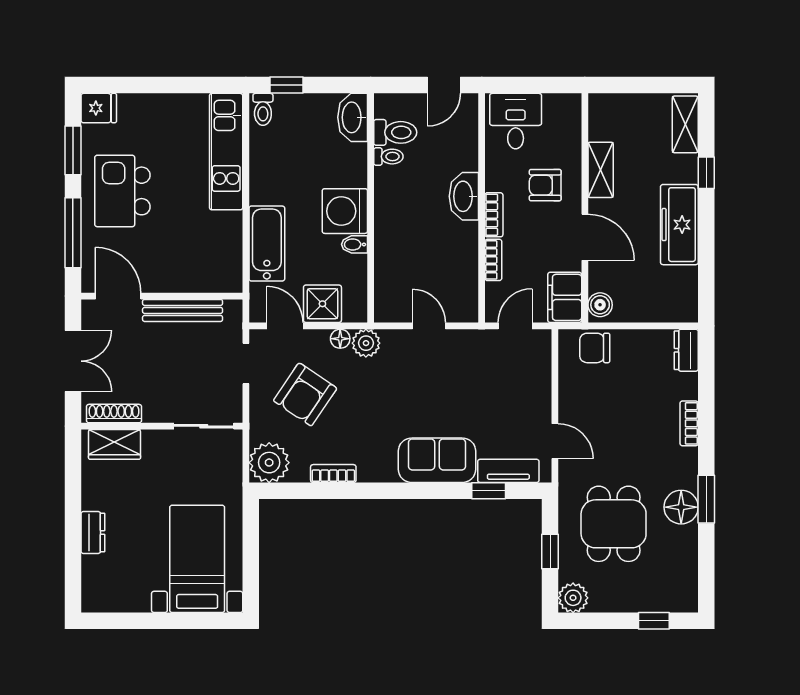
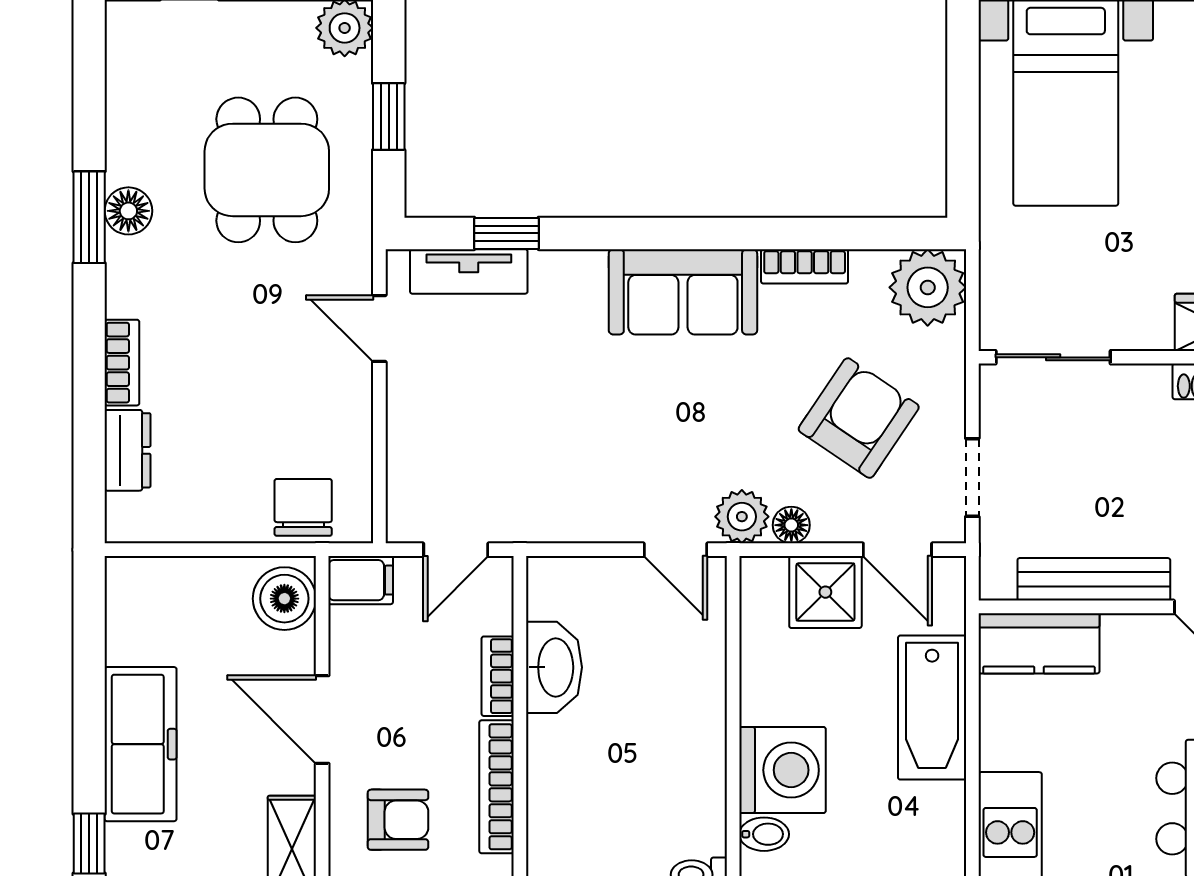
washbasin: (464, 196) -> (554, 667), moved
bookcase: (494, 215) -> (497, 787), width x1.56
bidet: (354, 244) -> (764, 834), moved
kitchen counter: (211, 277) -> (1039, 643), added
filing cabinet: (565, 297) -> (361, 580), width x0.50
boiler: (600, 305) -> (284, 599), width x1.36, depth x1.36
door: (429, 326) -> (676, 550), moved
chair: (595, 348) -> (303, 507), turned -90
dresser: (686, 350) -> (128, 450), moved
sofa: (437, 460) -> (683, 292), moved
floor lamp: (681, 507) -> (128, 211), width x0.73, depth x0.73

